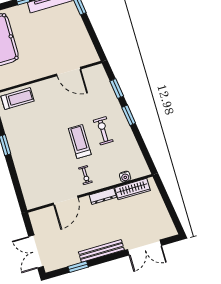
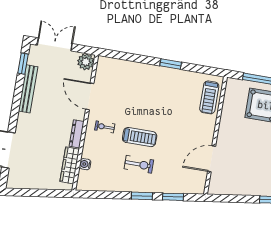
plant: (38, 218) -> (86, 62), added
bench: (101, 251) -> (28, 89), moved
window: (78, 267) -> (23, 64), moved

